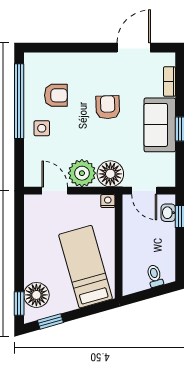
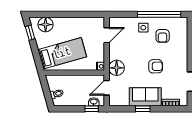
plant: (82, 173) -> (117, 51), removed
window: (19, 303) -> (41, 14), removed

